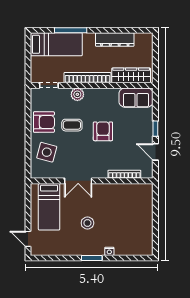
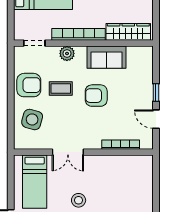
sofa: (136, 98) -> (107, 57), moved
armchair: (103, 131) -> (96, 96), turned -90

